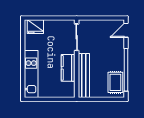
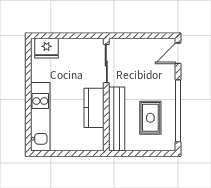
rug: (115, 82) -> (150, 118), moved

